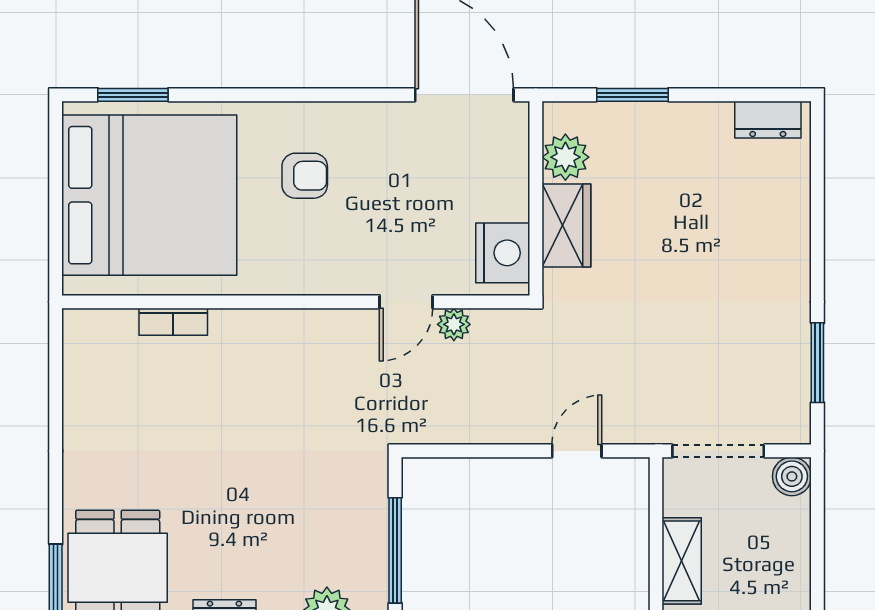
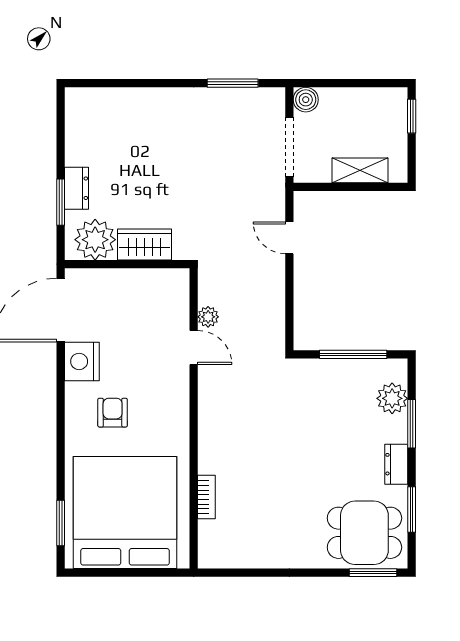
dresser: (768, 120) -> (76, 188), moved
plant: (565, 157) -> (95, 240), width x1.36, depth x1.36
nightstand: (503, 253) -> (82, 361), moved, turned -90

